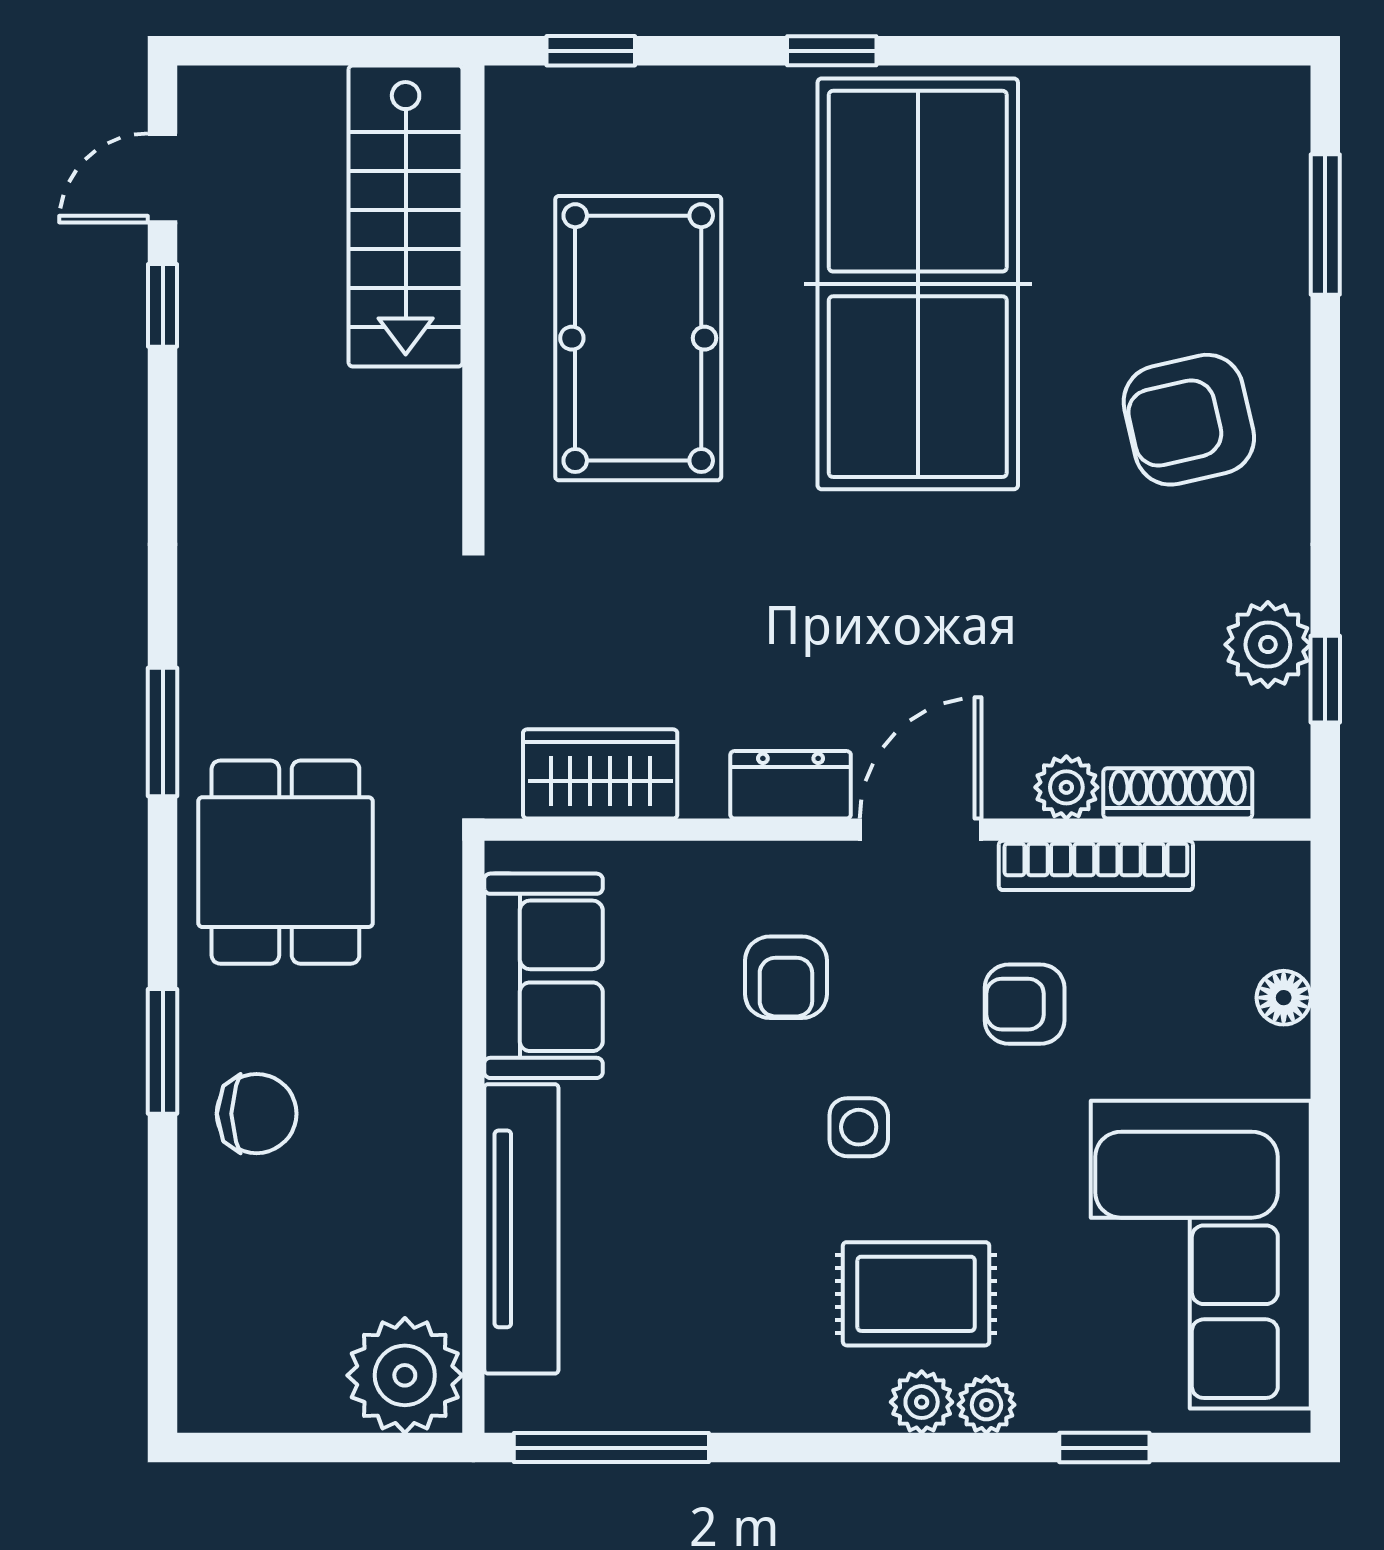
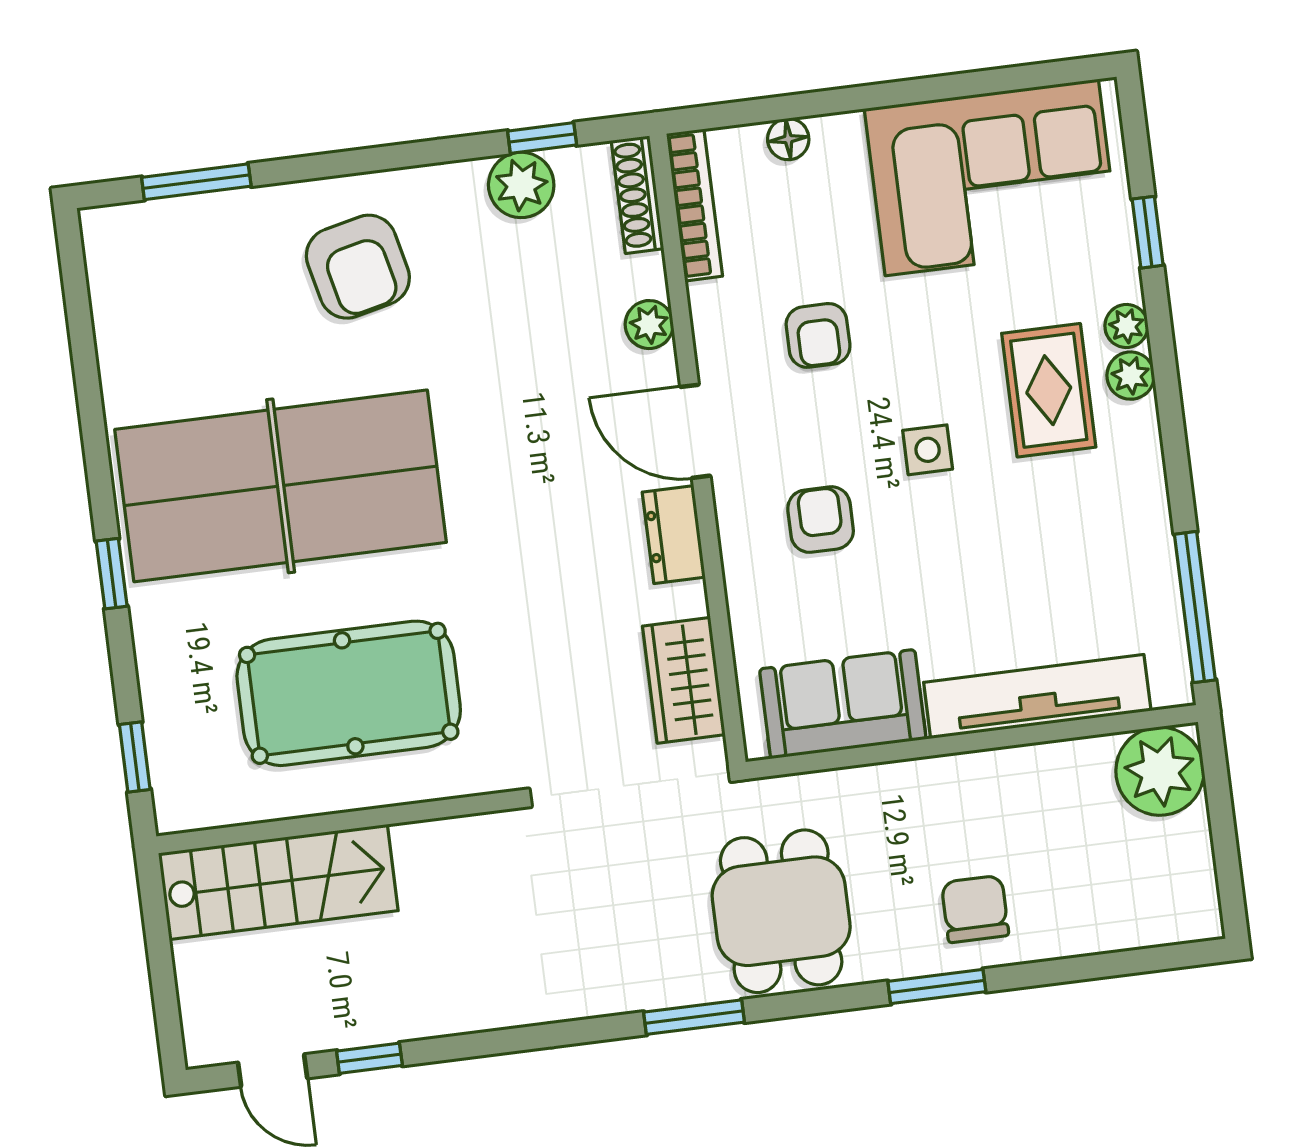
shoe rack: (1178, 793) -> (637, 195), moved
dining table: (285, 862) -> (781, 911), turned 90
bookcase: (1096, 865) -> (694, 205), moved
armchair: (786, 977) -> (821, 520), turned -90

